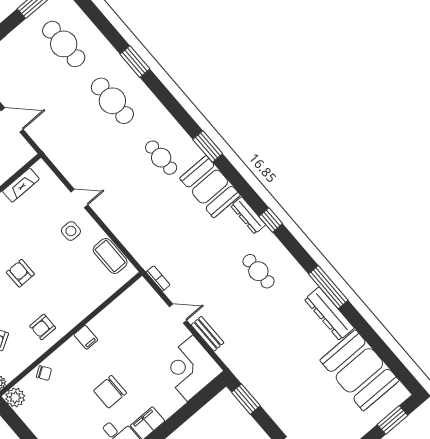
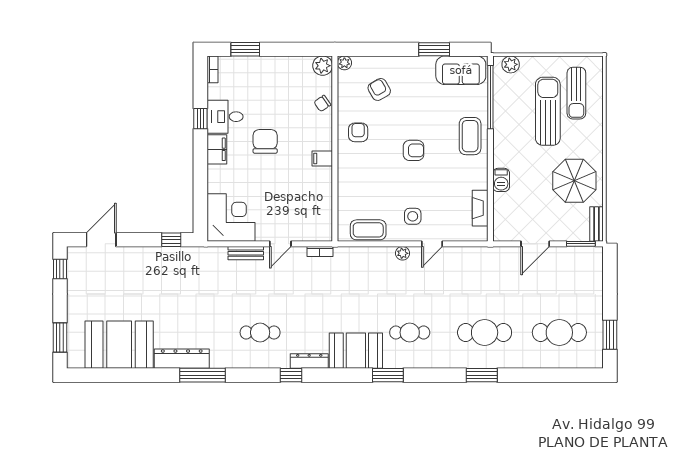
window: (135, 62) -> (482, 375), moved
plant: (106, 215) -> (403, 253), added
window: (246, 399) -> (171, 240), width x0.67

